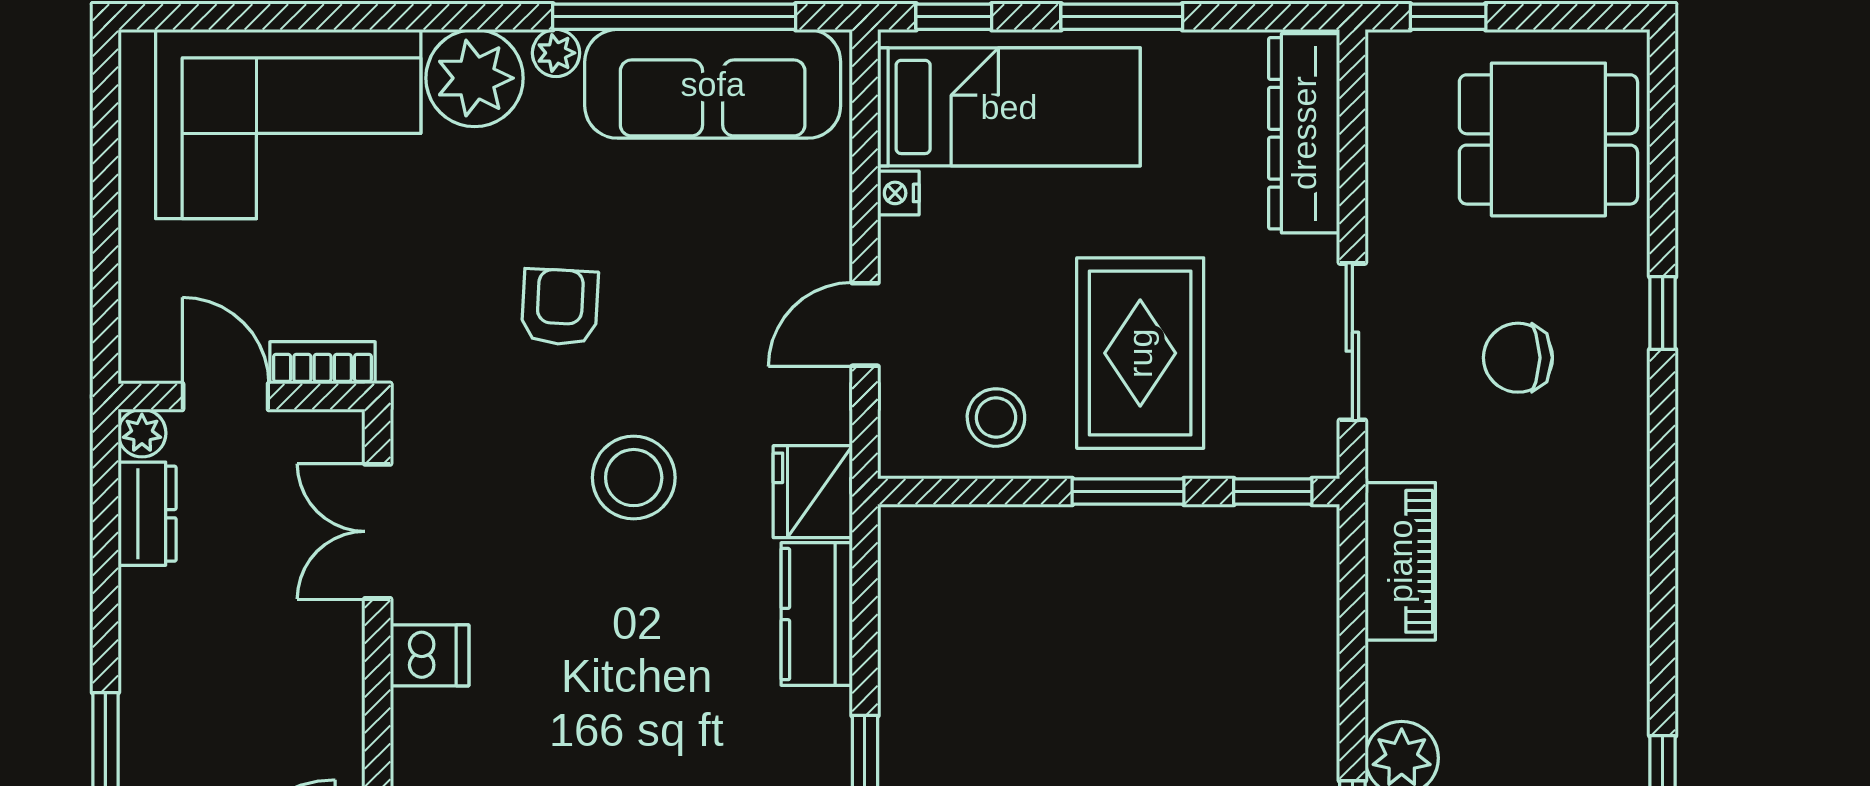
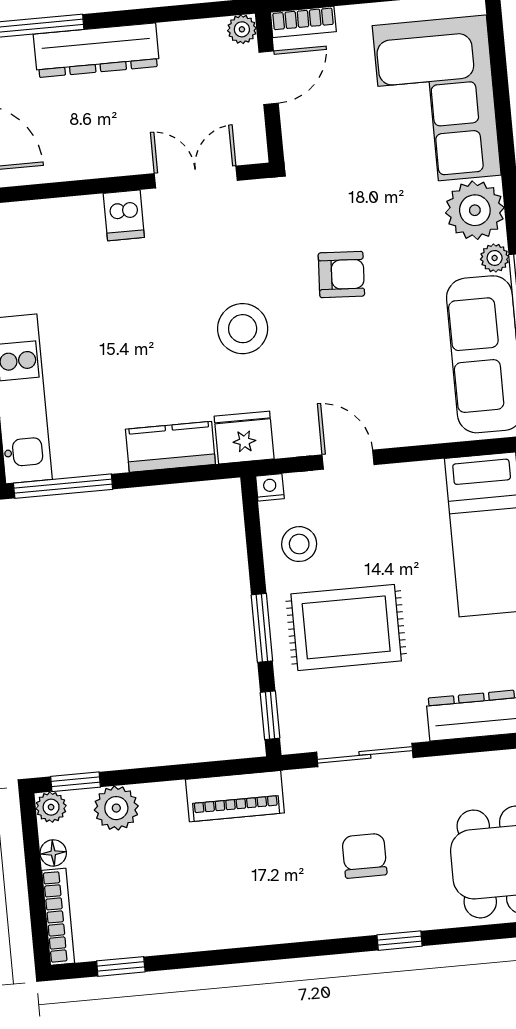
nightstand: (898, 193) -> (270, 487), moved
bookcase: (323, 363) -> (303, 22), moved, turned 90
dresser: (147, 514) -> (96, 50), moved, width x1.96, depth x1.24

